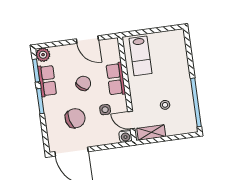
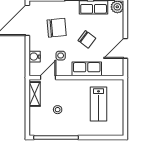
lab bench: (141, 56) -> (98, 104), moved, turned -90
chair: (75, 118) -> (57, 28), turned -80
water cooler: (125, 136) -> (35, 57), moved

